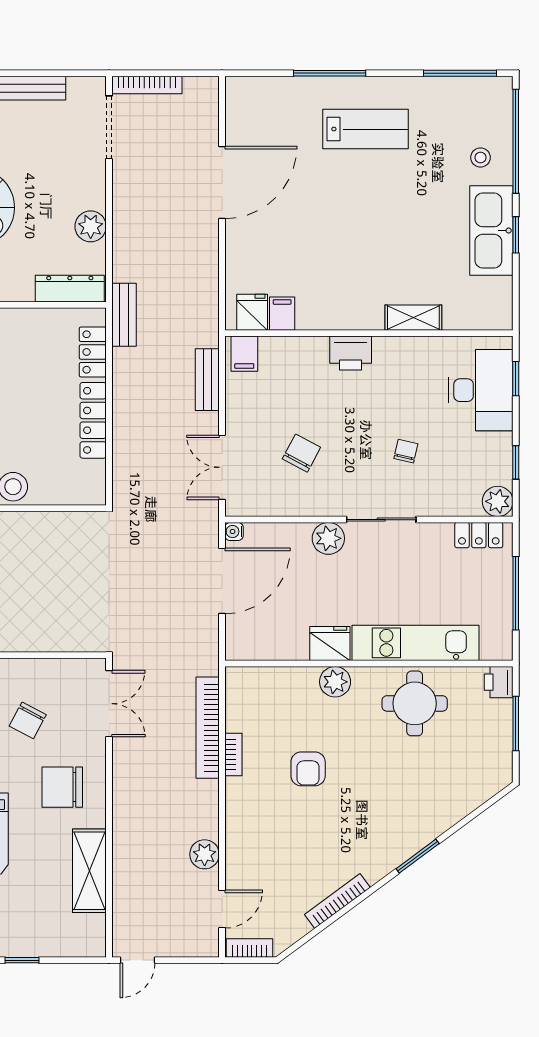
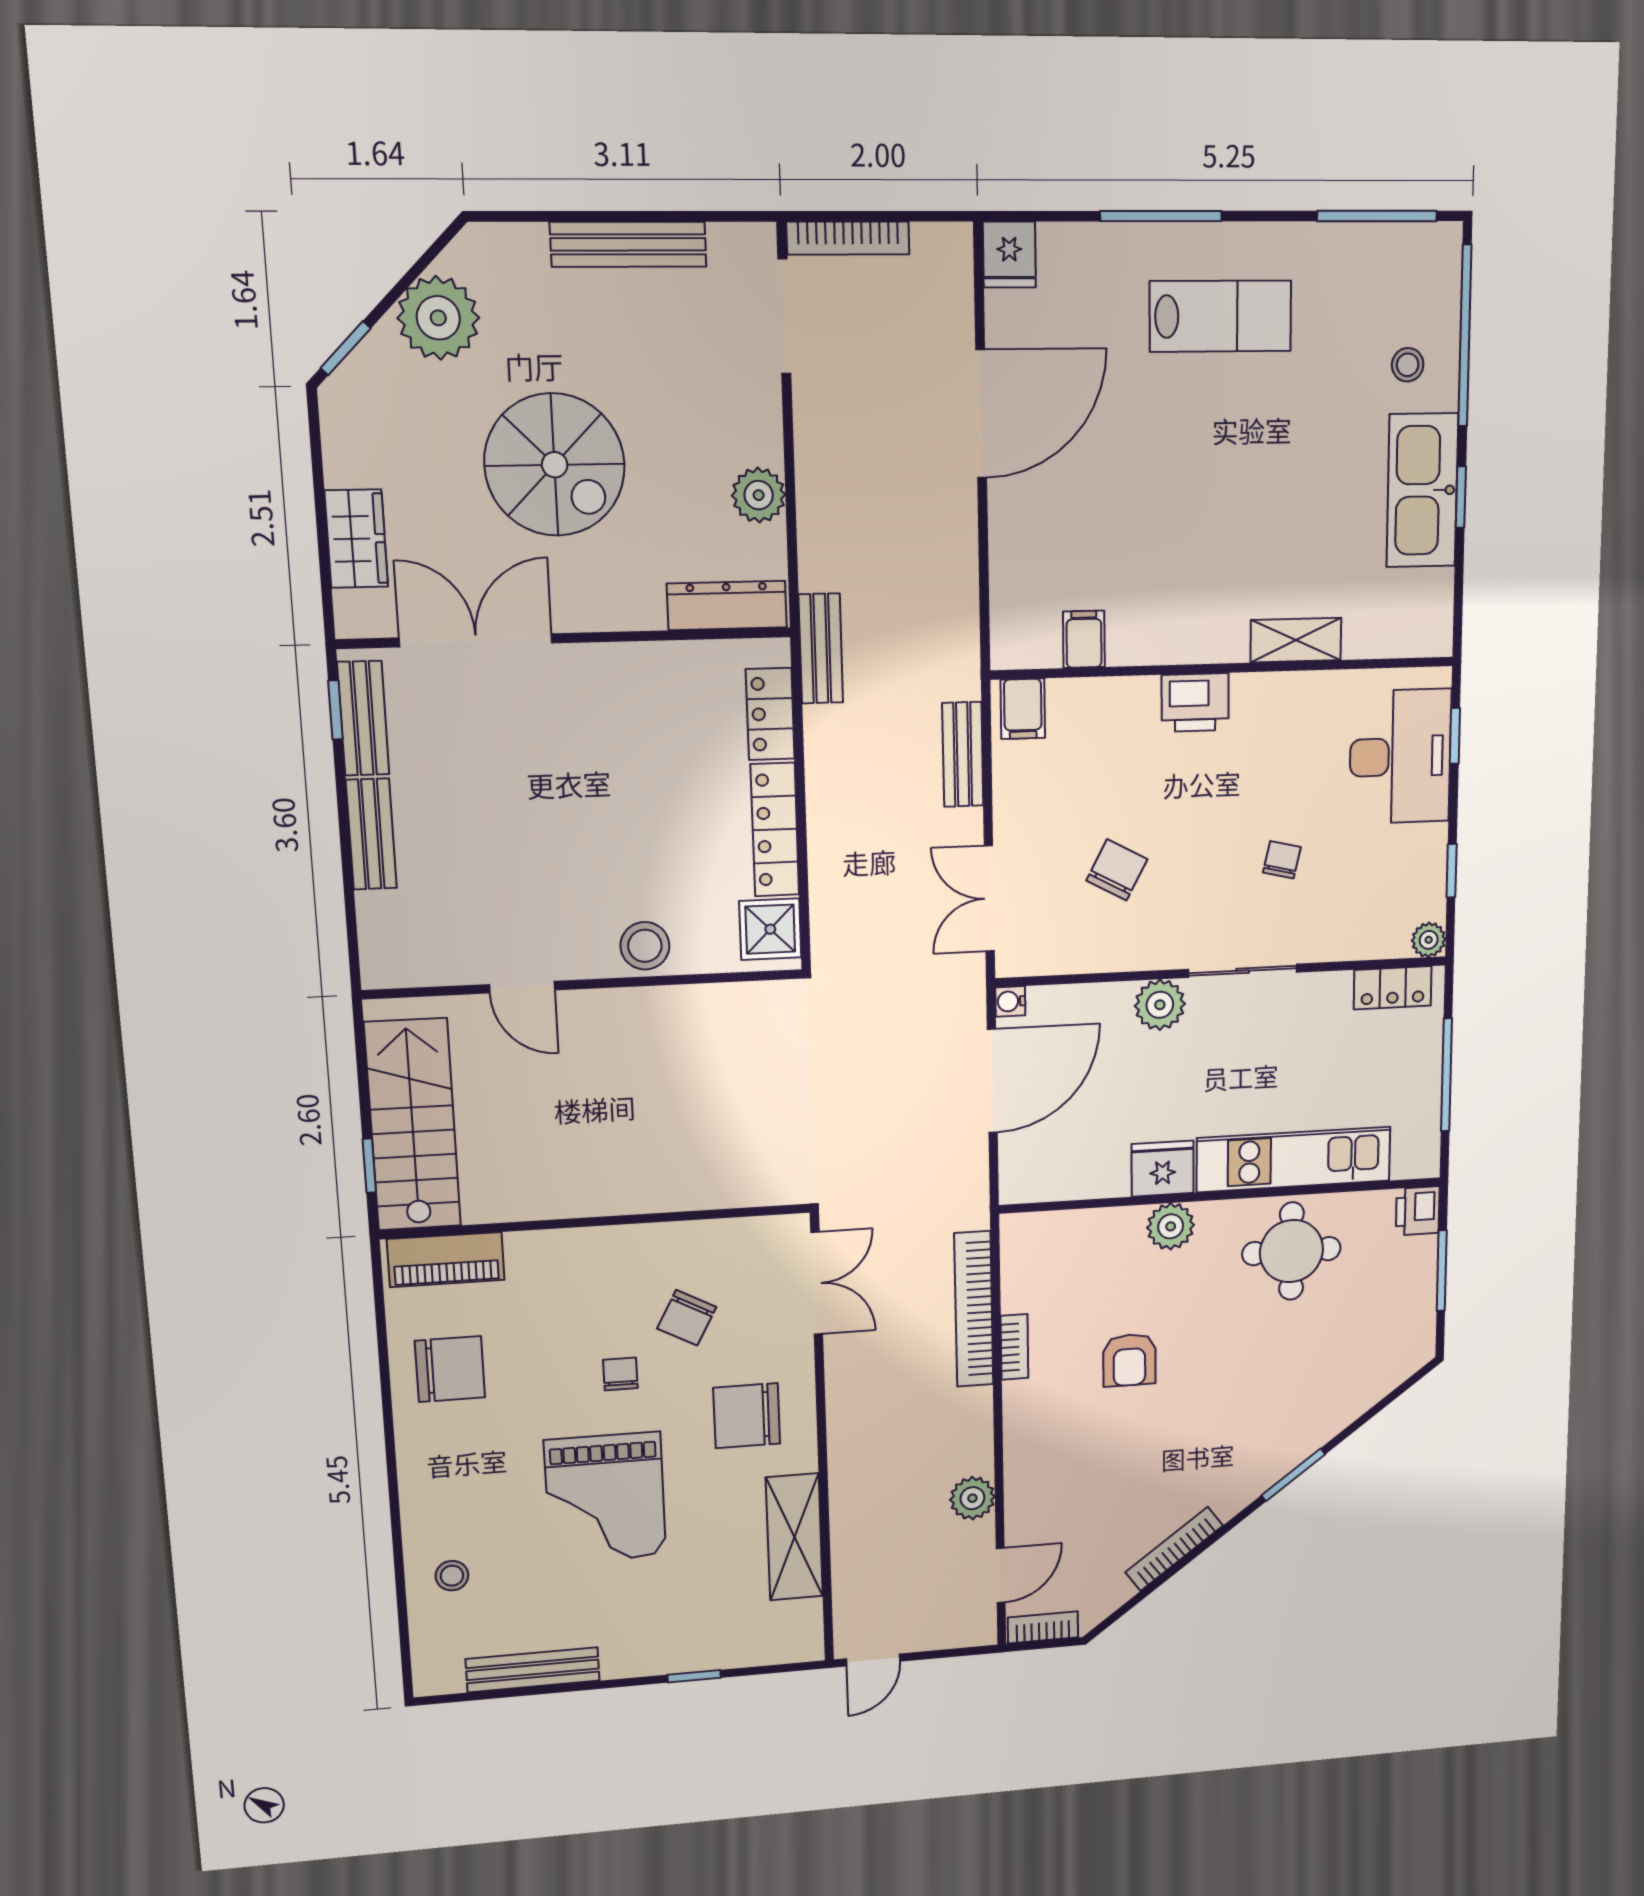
fridge: (252, 312) -> (1009, 255), moved, turned 180
shower: (88, 480) -> (770, 929), added
plant: (498, 501) -> (1429, 940), width x0.73, depth x0.73

